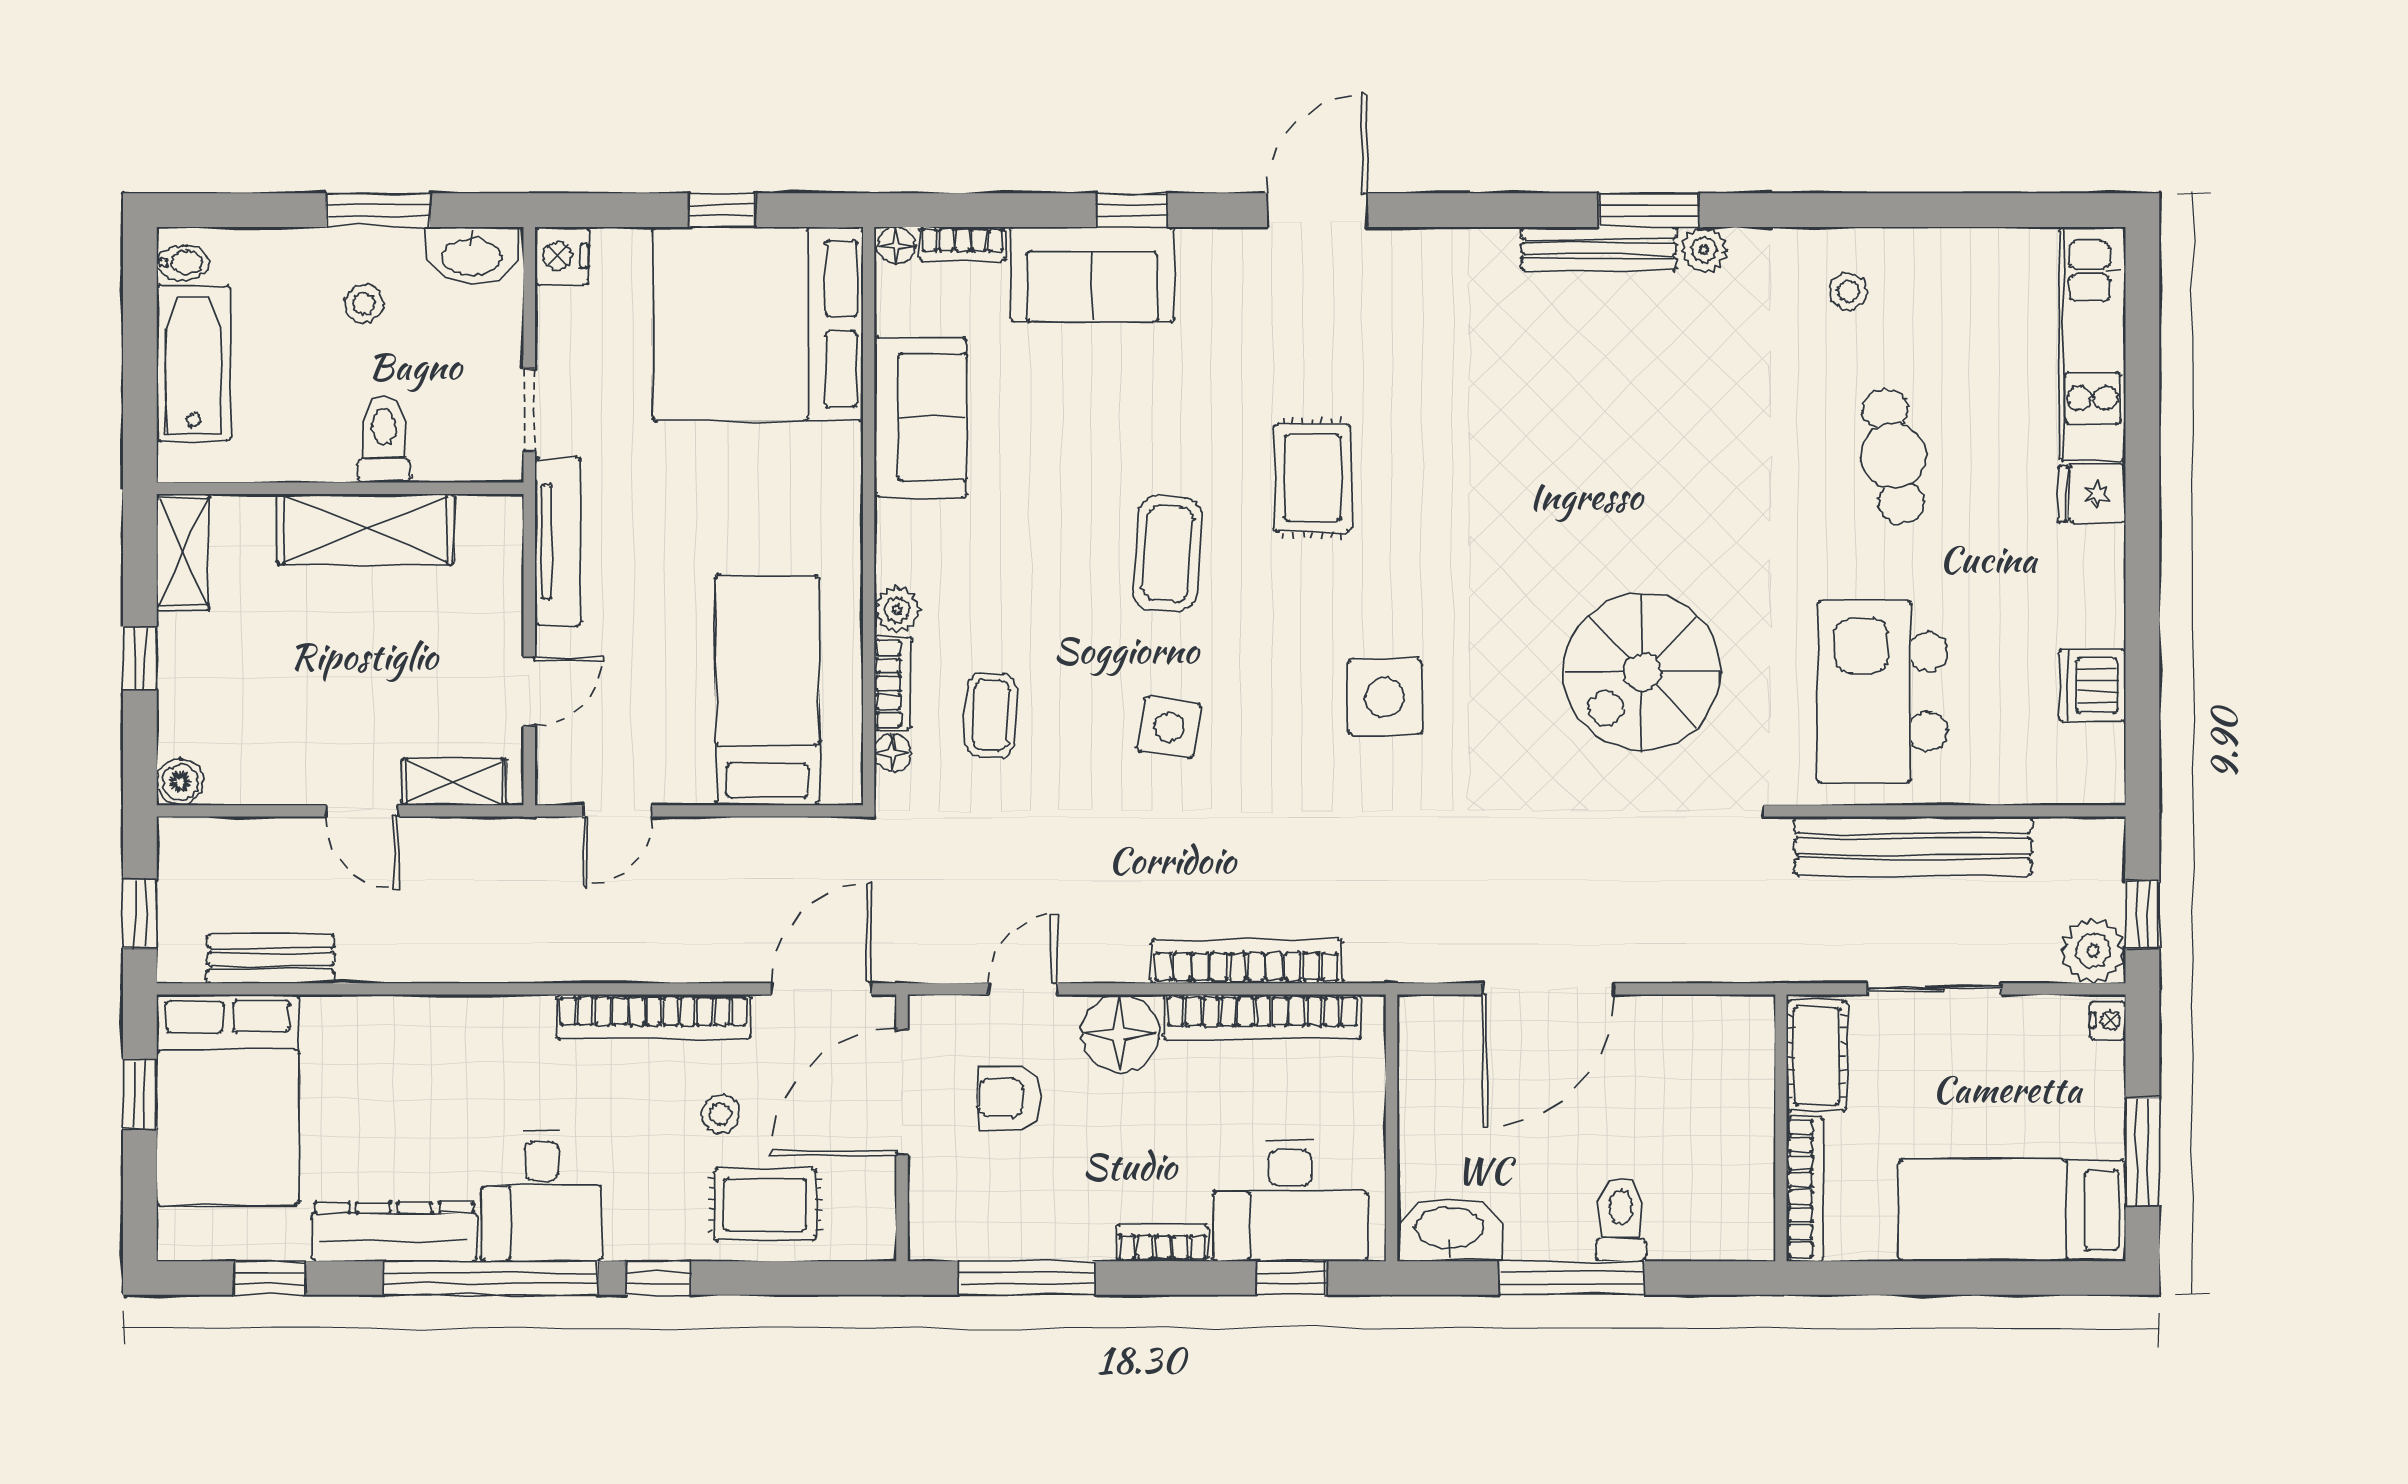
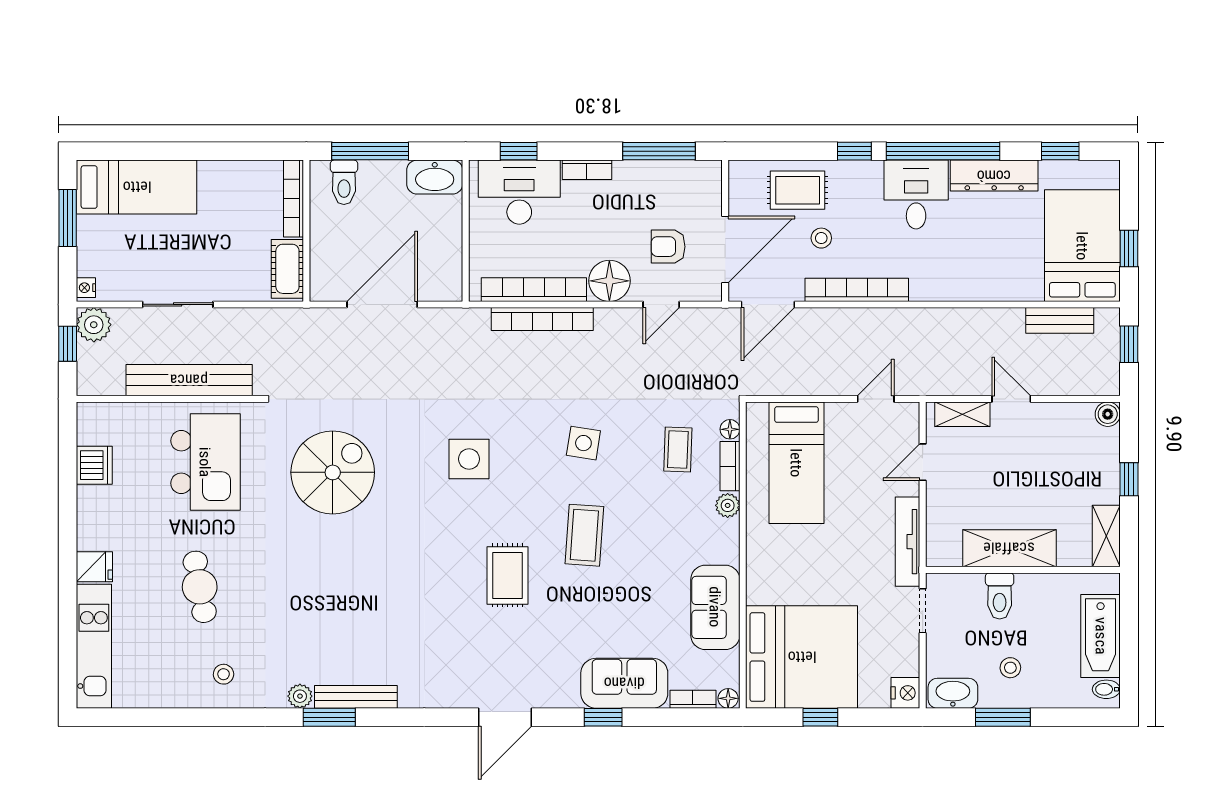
cot: (1817, 1056) -> (287, 269), moved
armchair: (1009, 1098) -> (668, 247), turned 180
wall: (1781, 1128) -> (306, 231), moved
bookcase: (1805, 1189) -> (294, 199), moved

